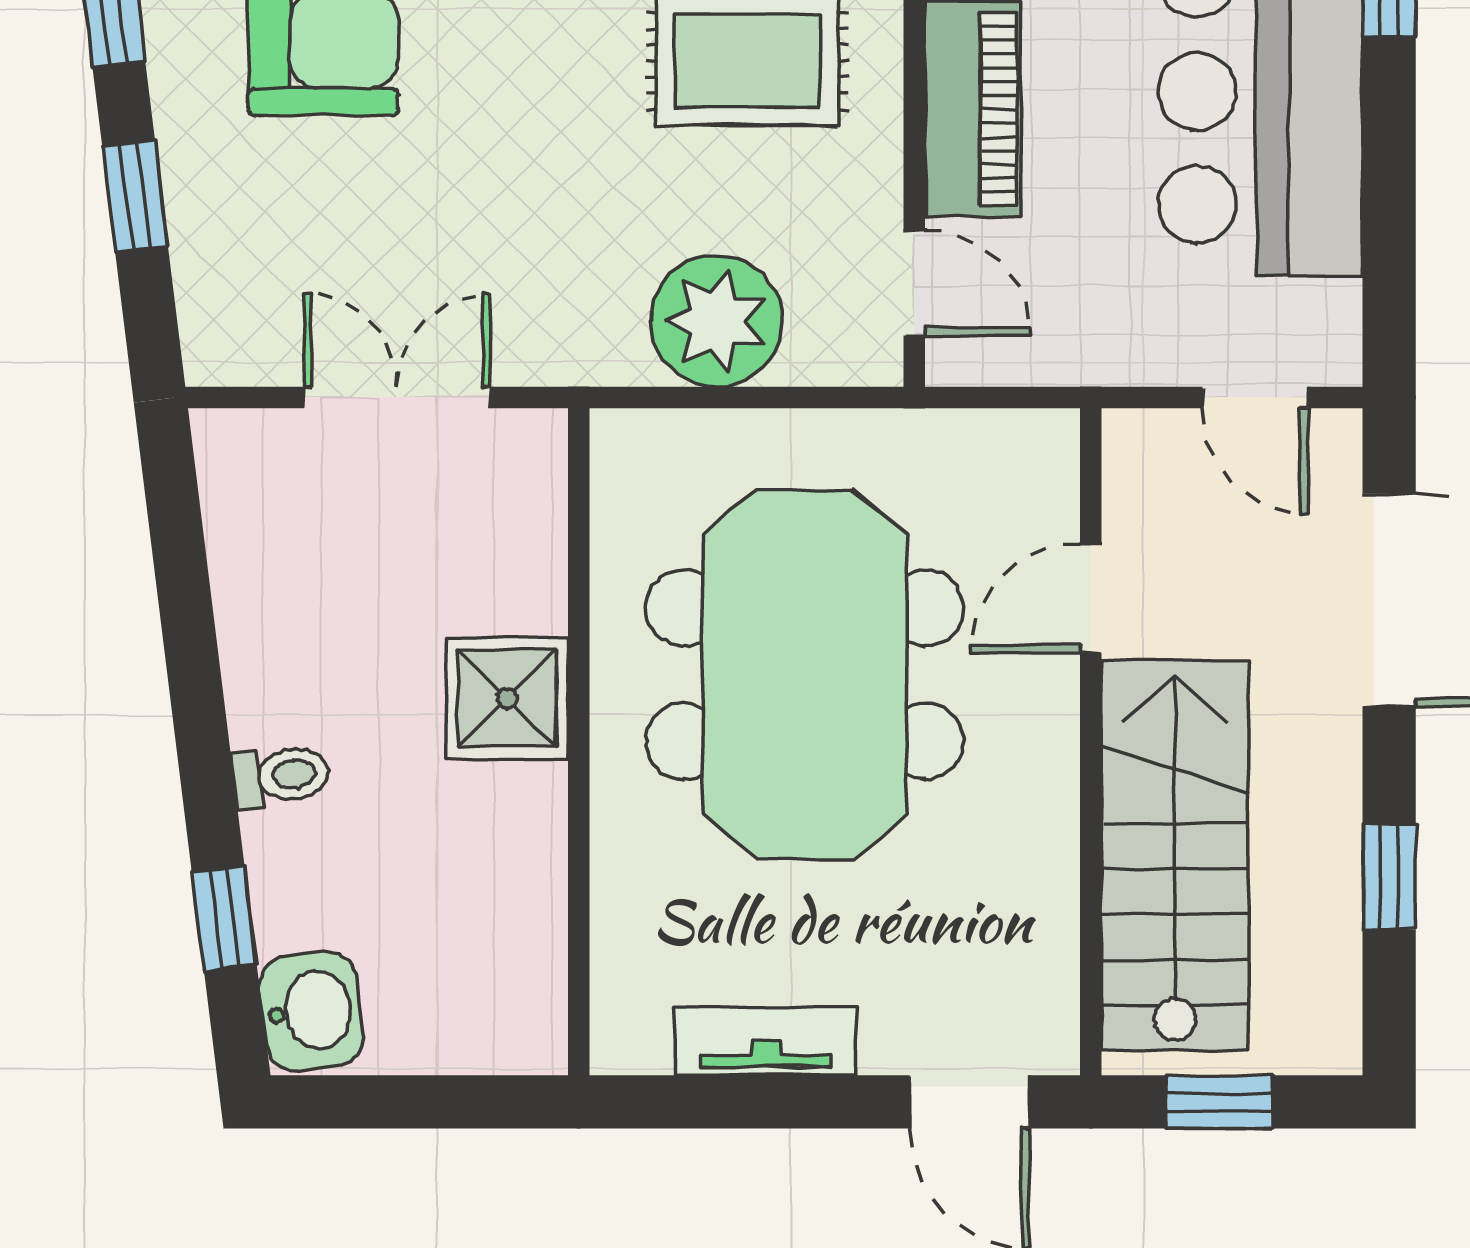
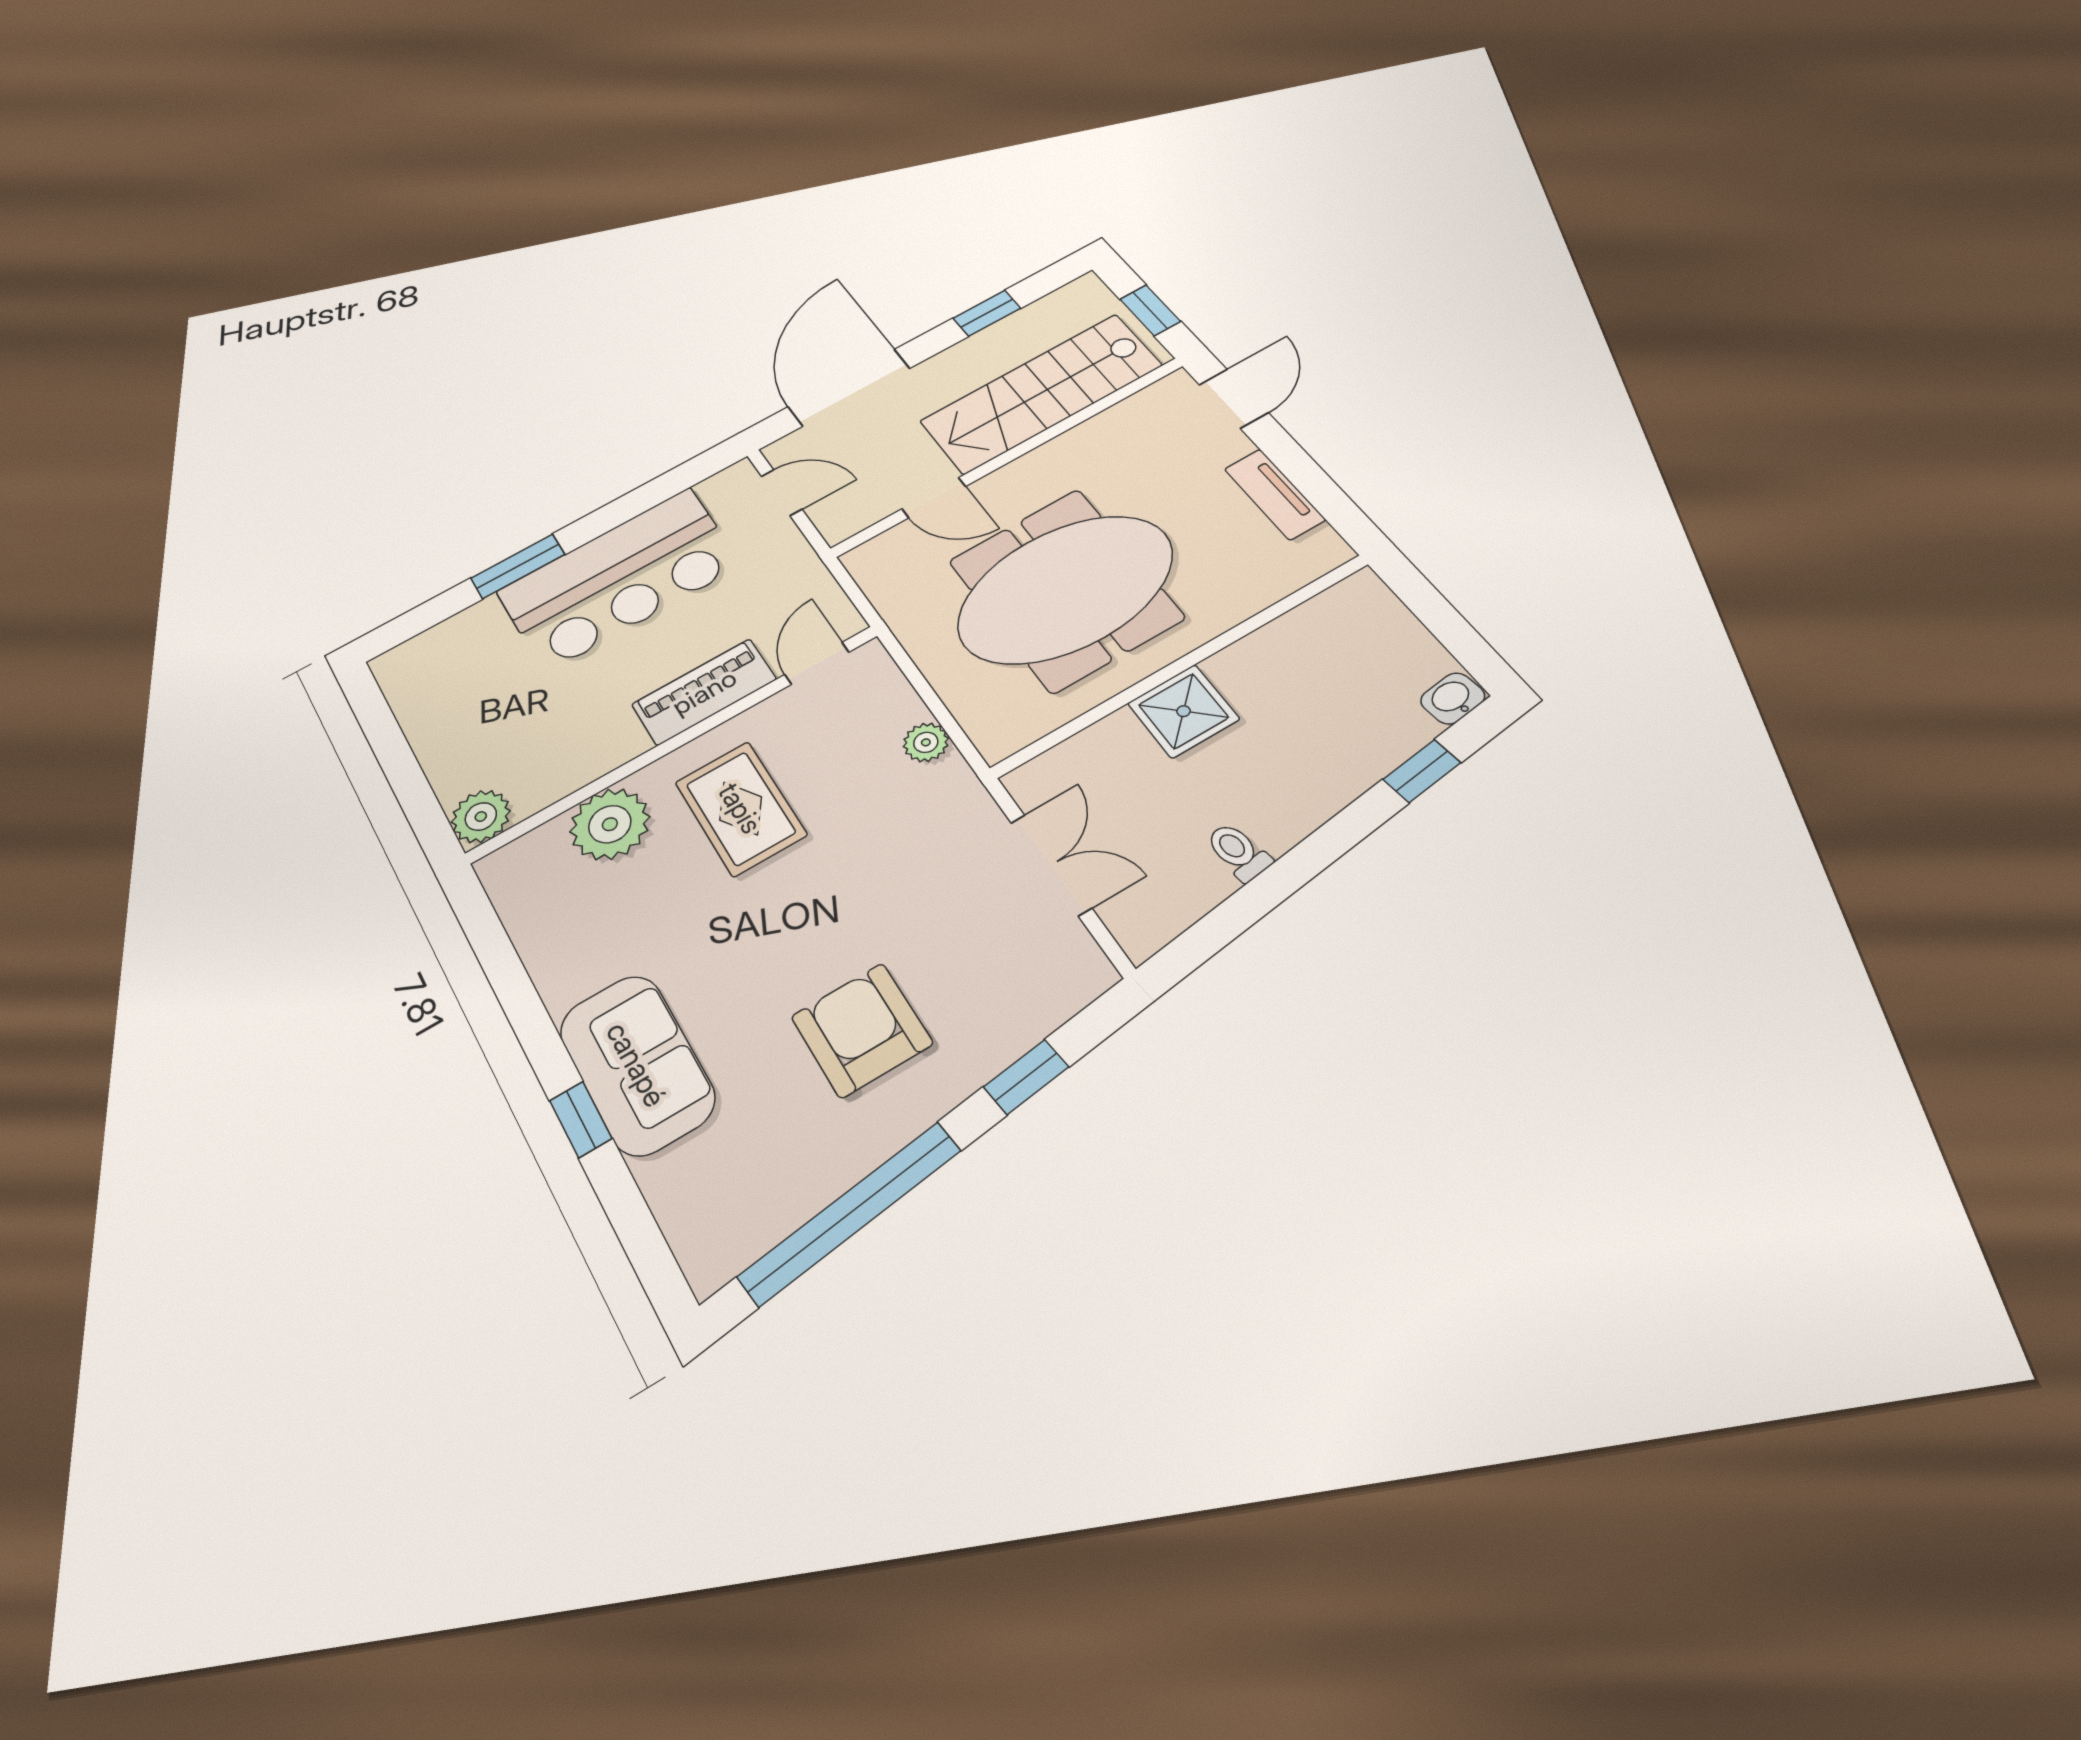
plant: (716, 321) -> (926, 742), width x0.53, depth x0.53
double door: (397, 397) -> (1051, 865), swing flipped
door: (1255, 397) -> (782, 493), hinge flipped
toilet: (281, 776) -> (1238, 852), moved
washbasin: (312, 1011) -> (1453, 698), width x0.72, depth x0.69

